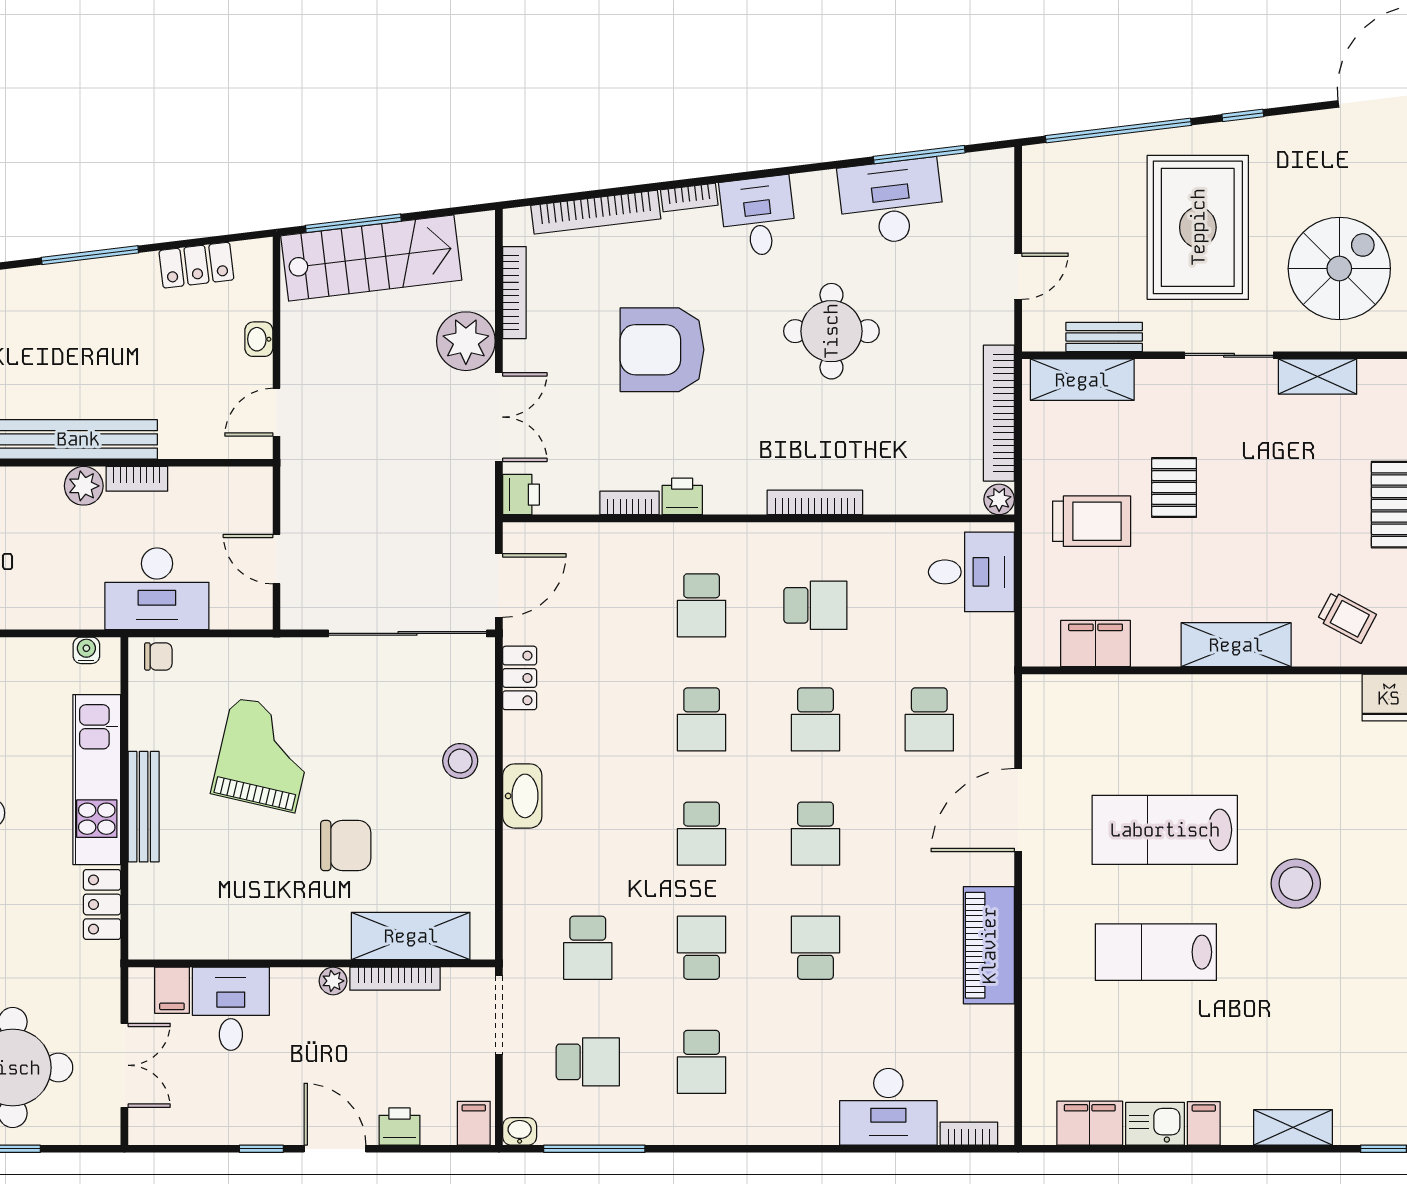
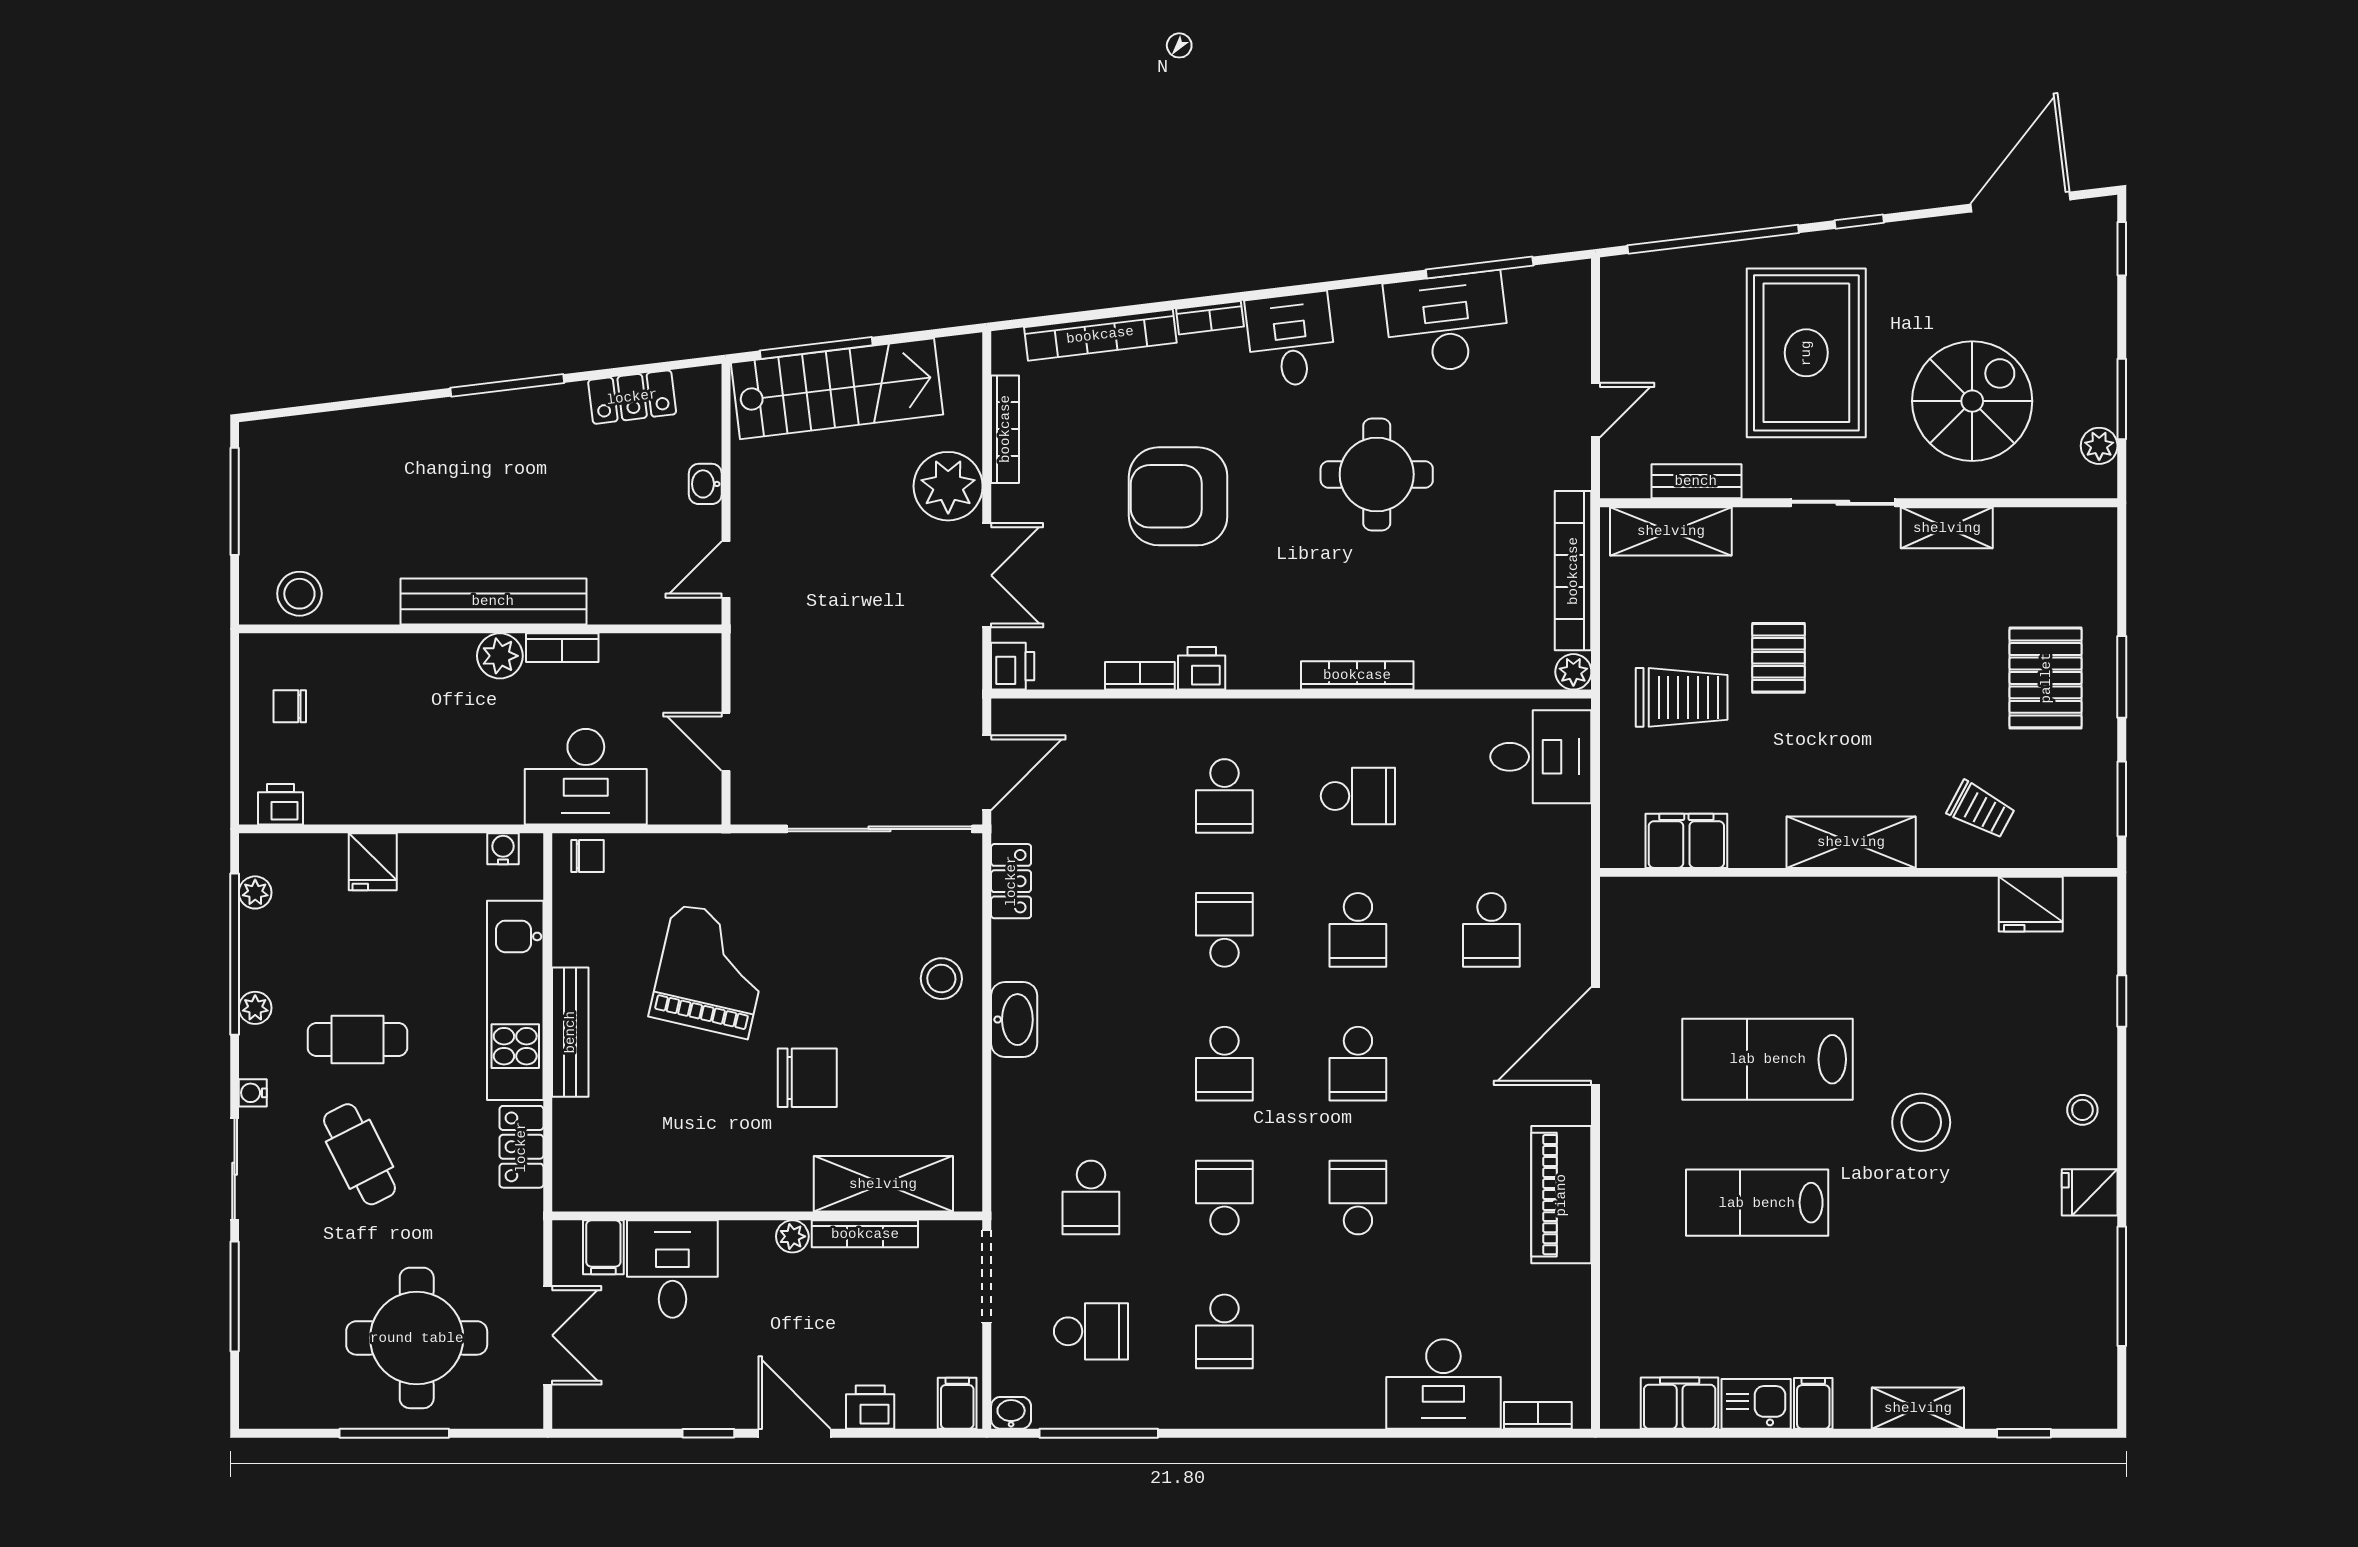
school desk: (702, 719) -> (1224, 930), turned 180

